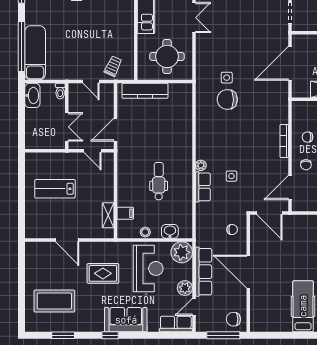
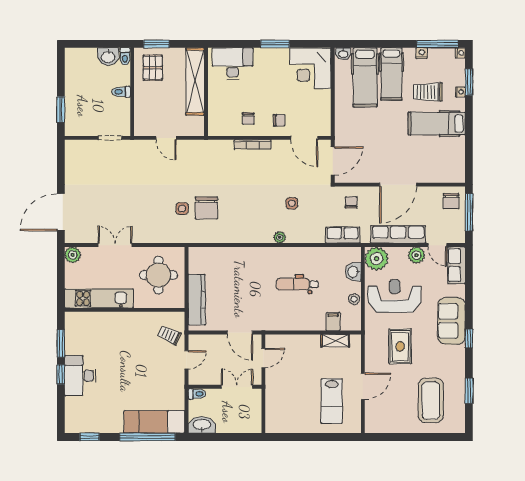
door: (290, 63) -> (166, 138), width x0.53
row of seats: (203, 187) -> (343, 235), moved
lab bench: (55, 189) -> (332, 401), moved

